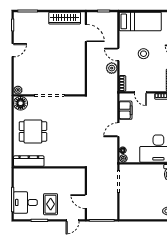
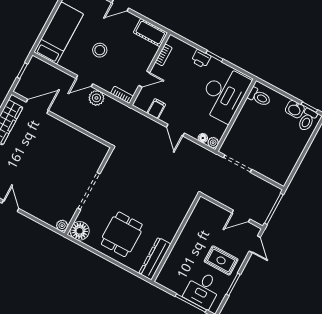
filing cabinet: (126, 110) -> (156, 109), width x0.50

